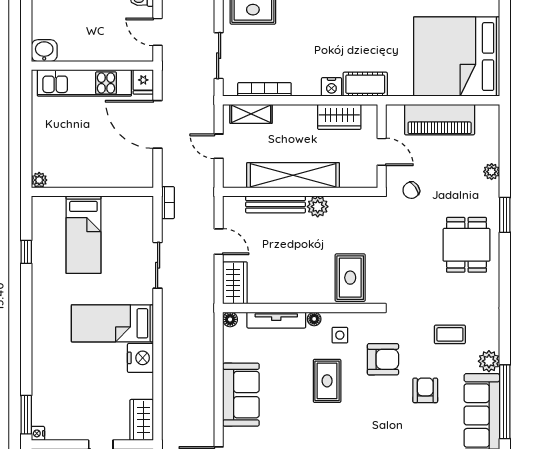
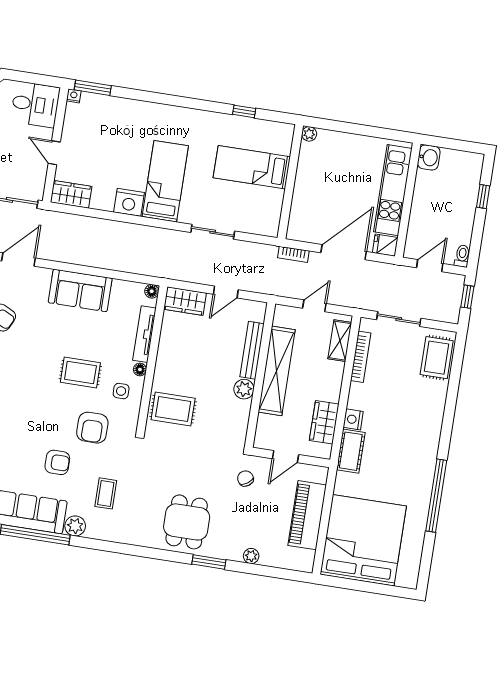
bookcase: (168, 203) -> (293, 254), moved
dining table: (466, 245) -> (187, 522), turned 90

